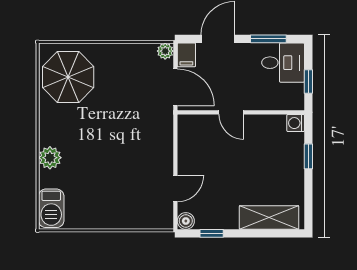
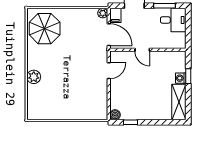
window: (308, 82) -> (188, 31), removed
washing machine: (296, 123) -> (181, 78), moved
door: (175, 189) -> (109, 71), moved
barbecue: (51, 208) -> (34, 107), removed
shelving: (269, 218) -> (179, 102), moved, turned 90

